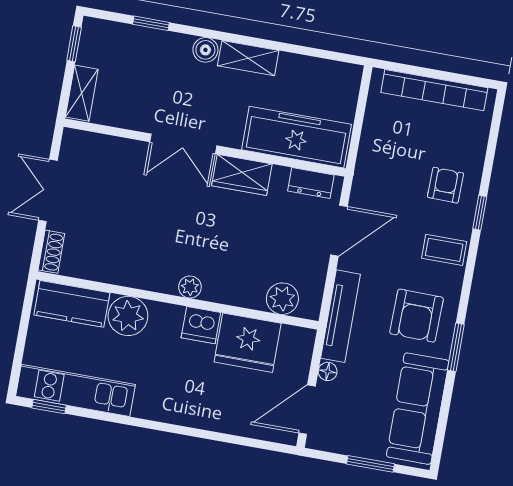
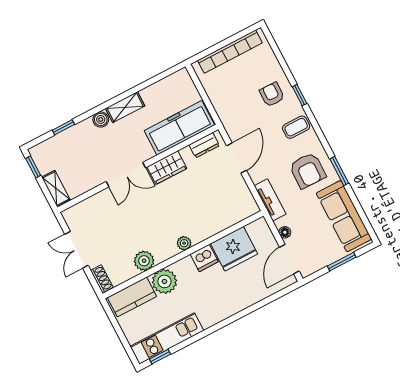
plant: (282, 299) -> (144, 261), moved
tv unit: (340, 316) -> (270, 200), width x0.71

